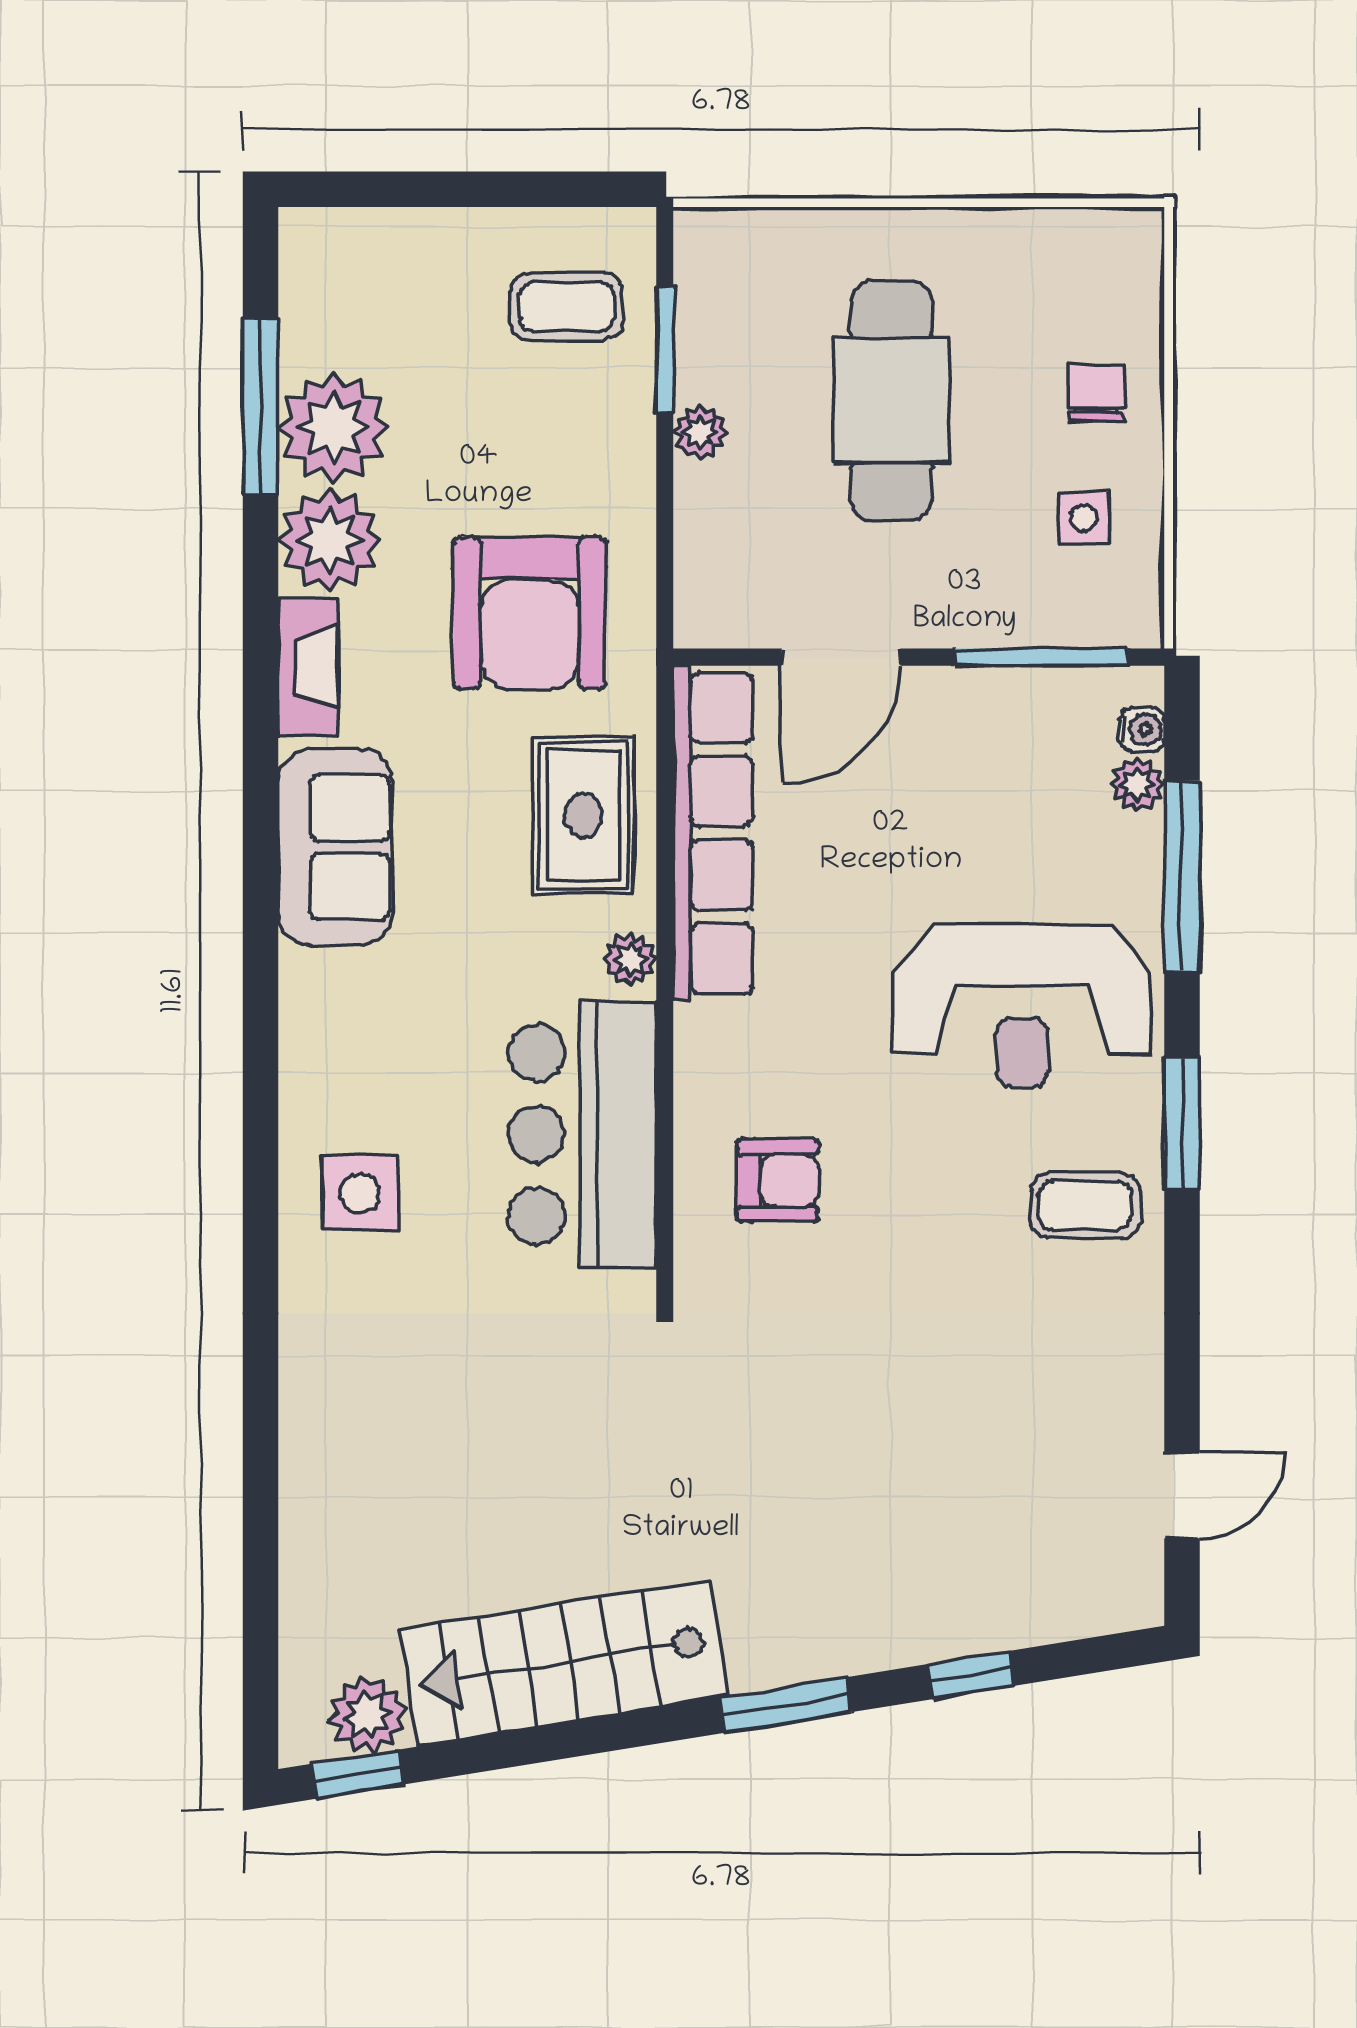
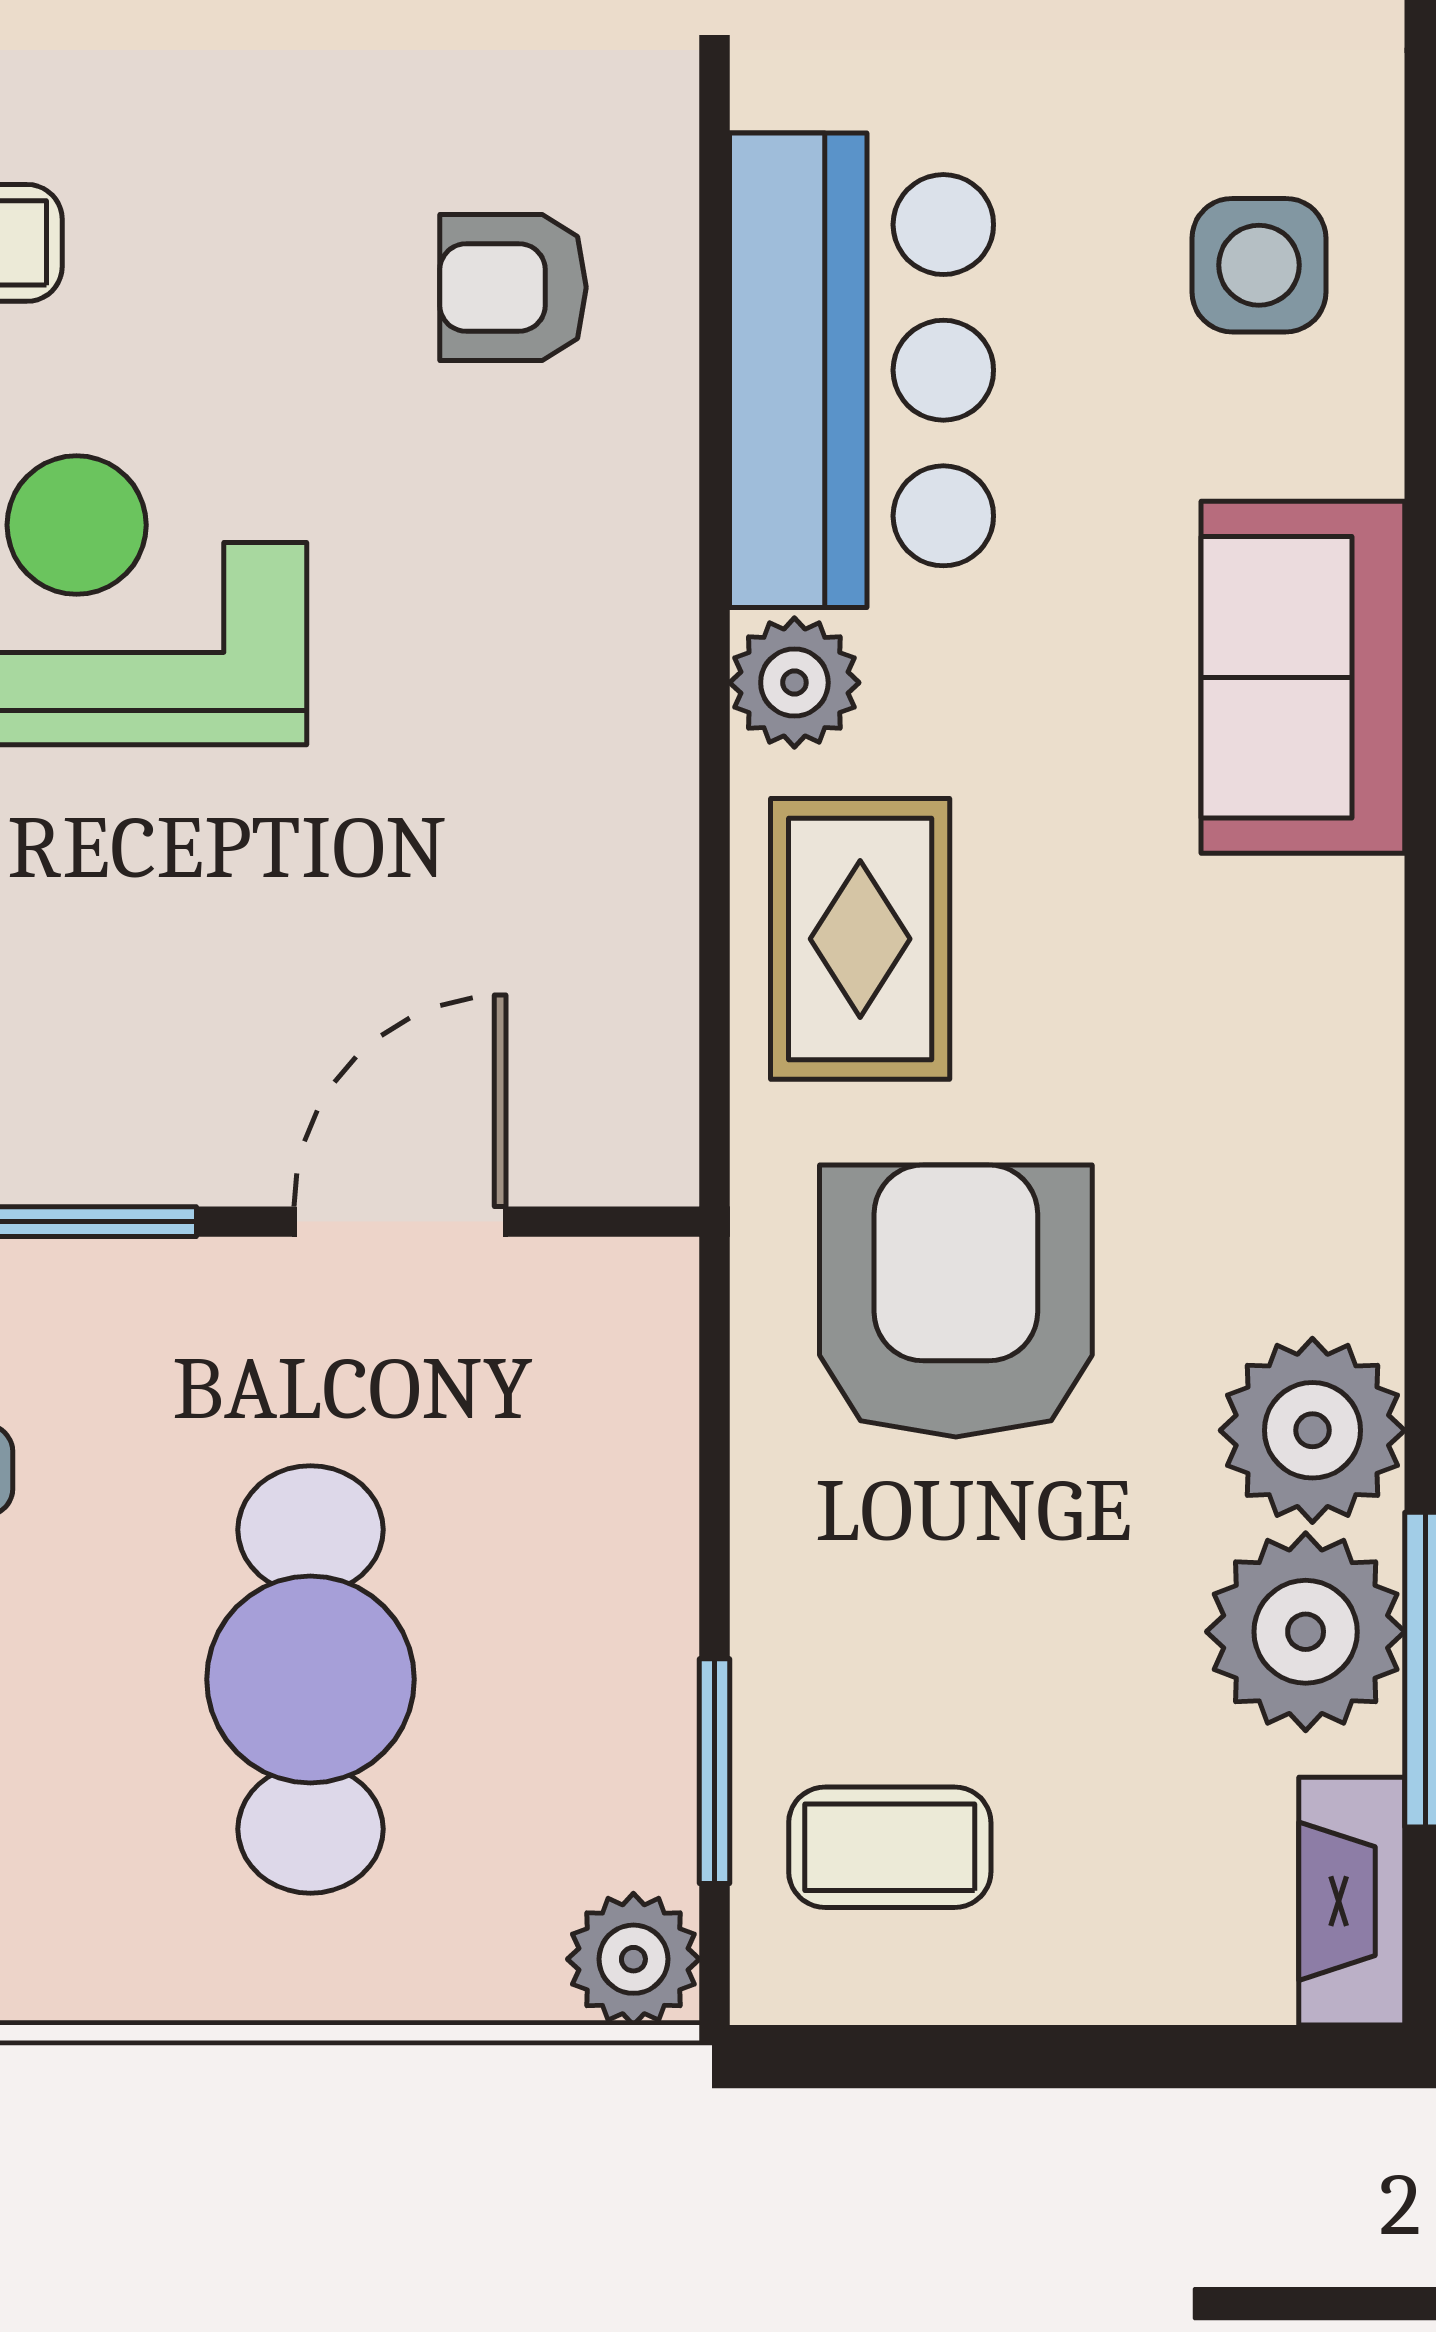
plant: (700, 432) -> (633, 1959), moved, width x1.38, depth x1.38
fireplace: (308, 667) -> (1352, 1901), moved
row of seats: (713, 833) -> (629, 907), removed
sofa: (335, 847) -> (1303, 677), moved
plant: (630, 959) -> (794, 683), width x1.38, depth x1.38

